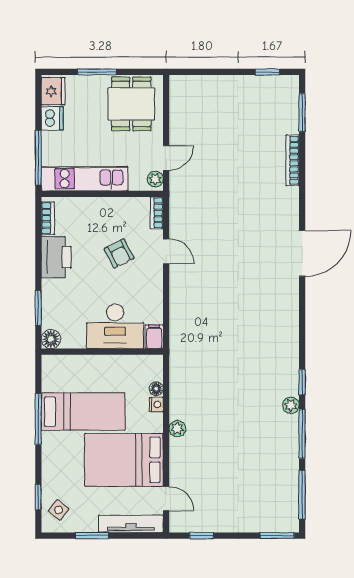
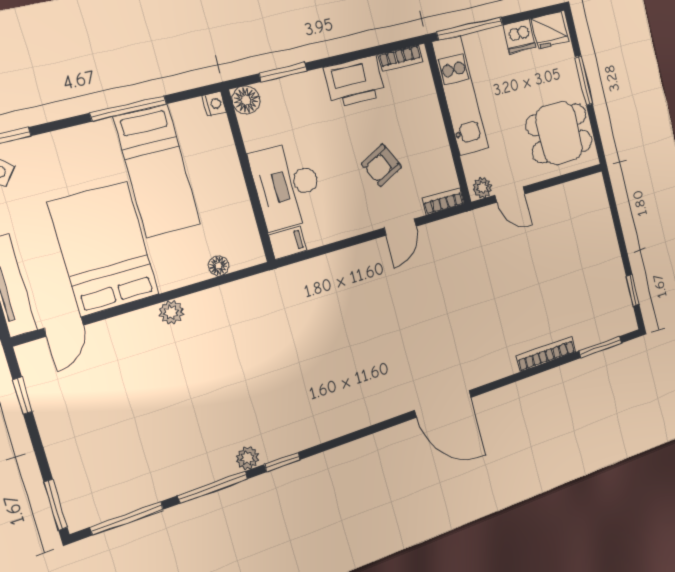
nightstand: (156, 405) -> (214, 104), moved, turned -90

